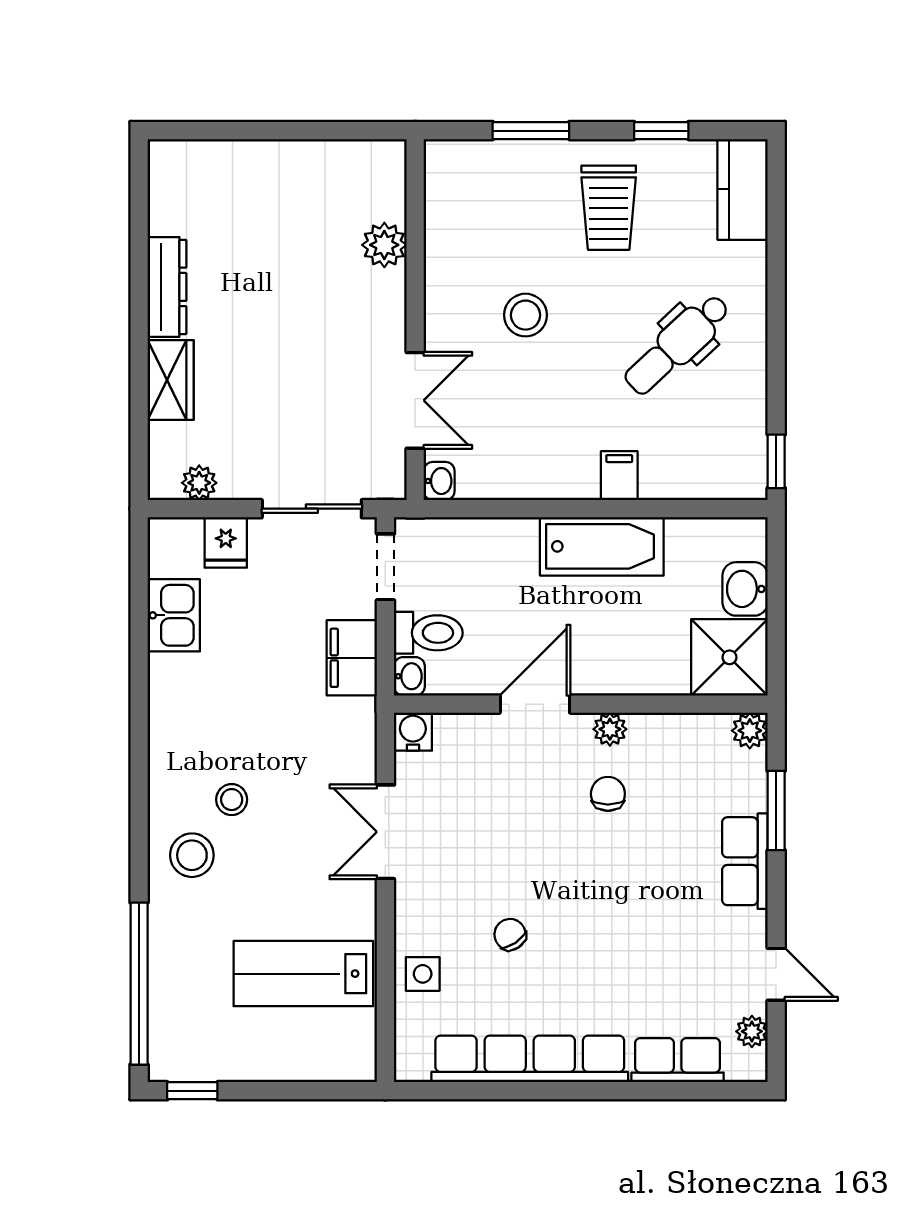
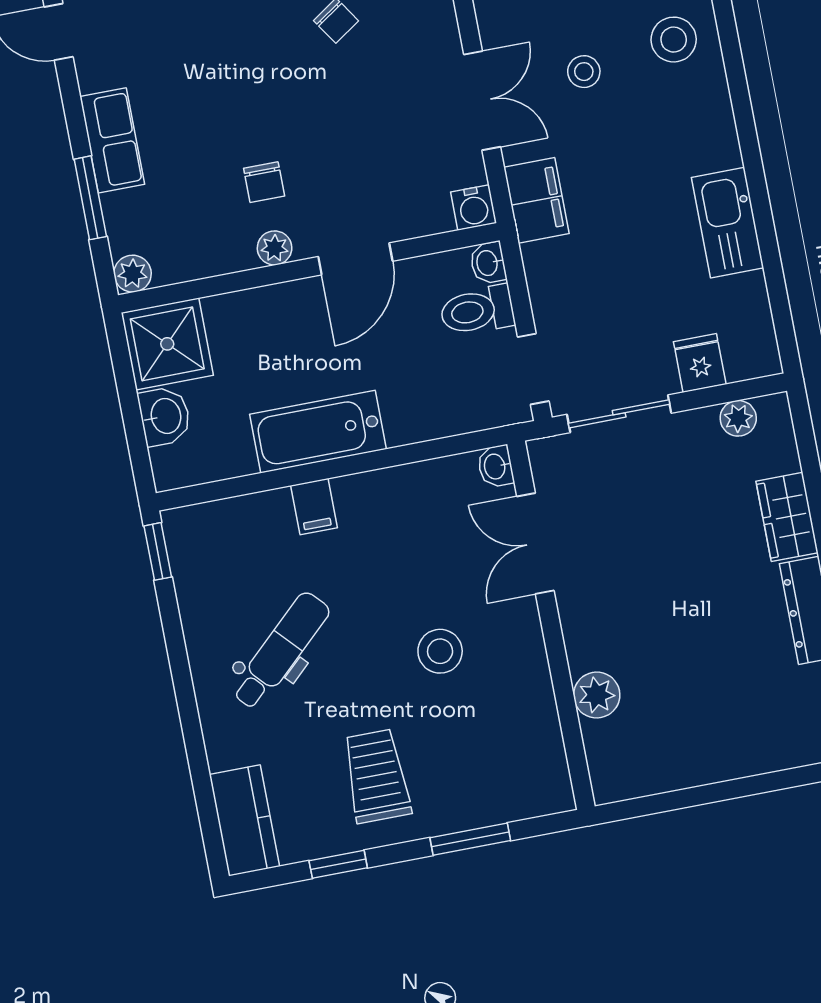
kitchen sink: (174, 615) -> (728, 223), moved, width x1.38
filing cabinet: (352, 658) -> (536, 200), moved
stool: (232, 800) -> (584, 72), moved

